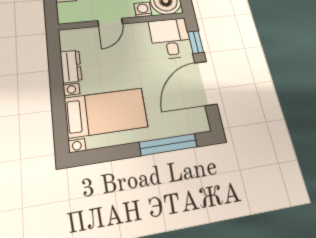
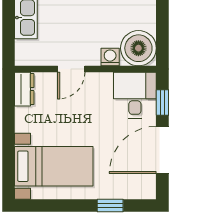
dresser: (71, 66) -> (24, 89), moved
window: (168, 145) -> (110, 205), width x0.46

